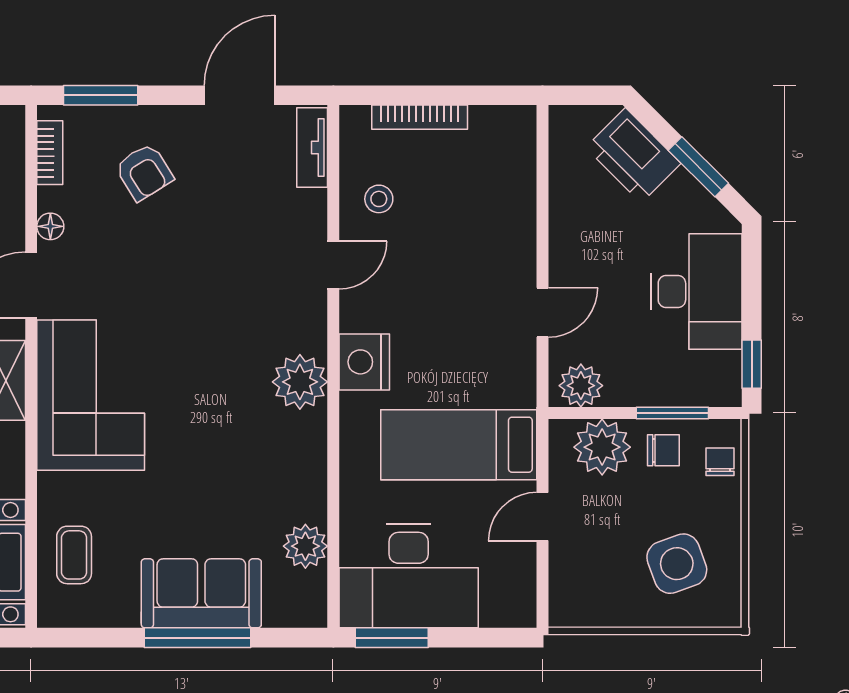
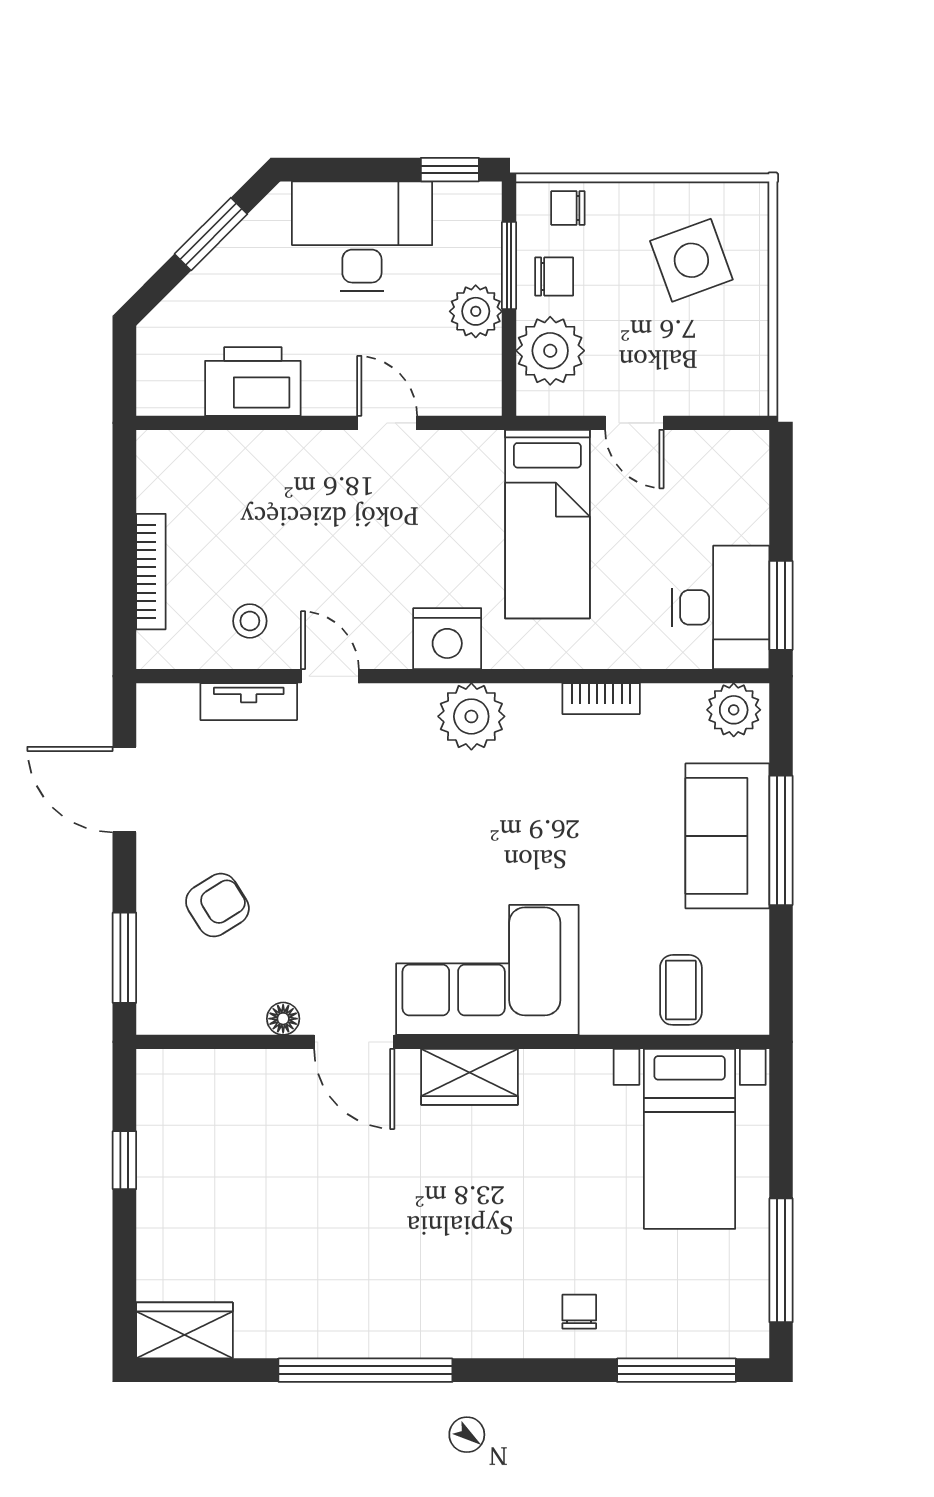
tv unit: (312, 147) -> (249, 702), moved
bookcase: (50, 153) -> (601, 699), moved, turned 180
printer: (633, 155) -> (253, 381), moved, turned -135
plant: (581, 386) -> (476, 311), moved
chair: (663, 450) -> (554, 276), turned 90
plant: (305, 546) -> (734, 710), moved
coffee table: (74, 555) -> (681, 990), turned 90
desk: (409, 576) -> (721, 607), width x0.73, depth x0.77

